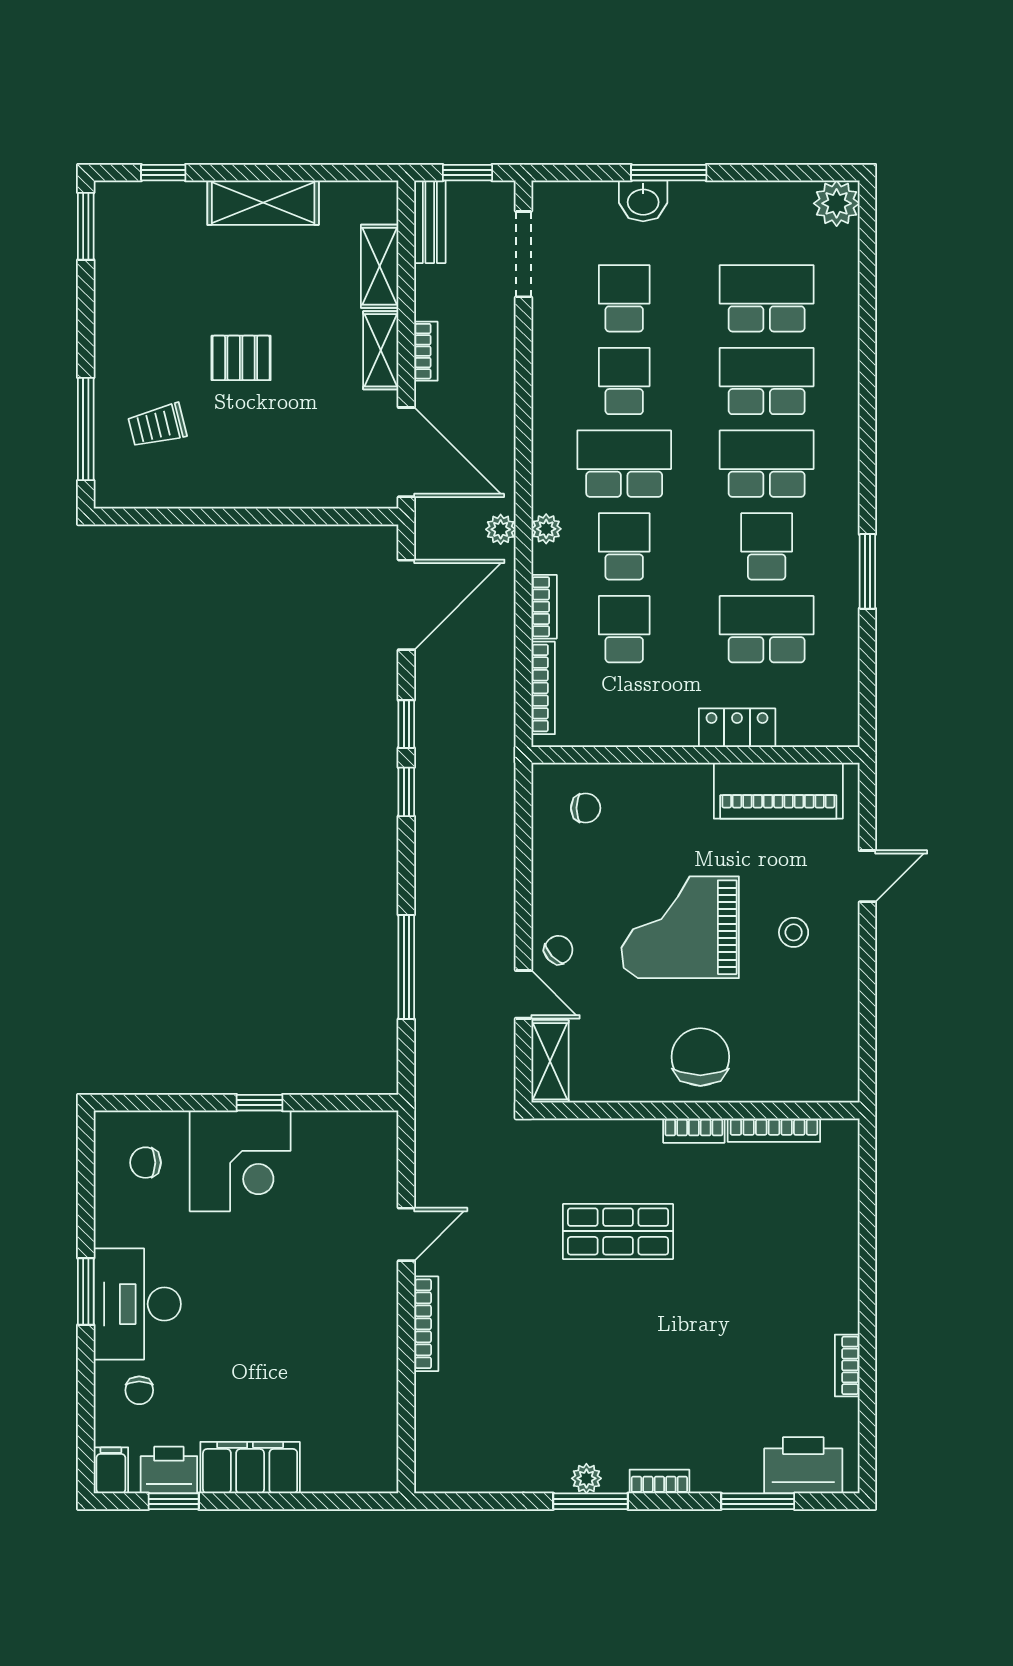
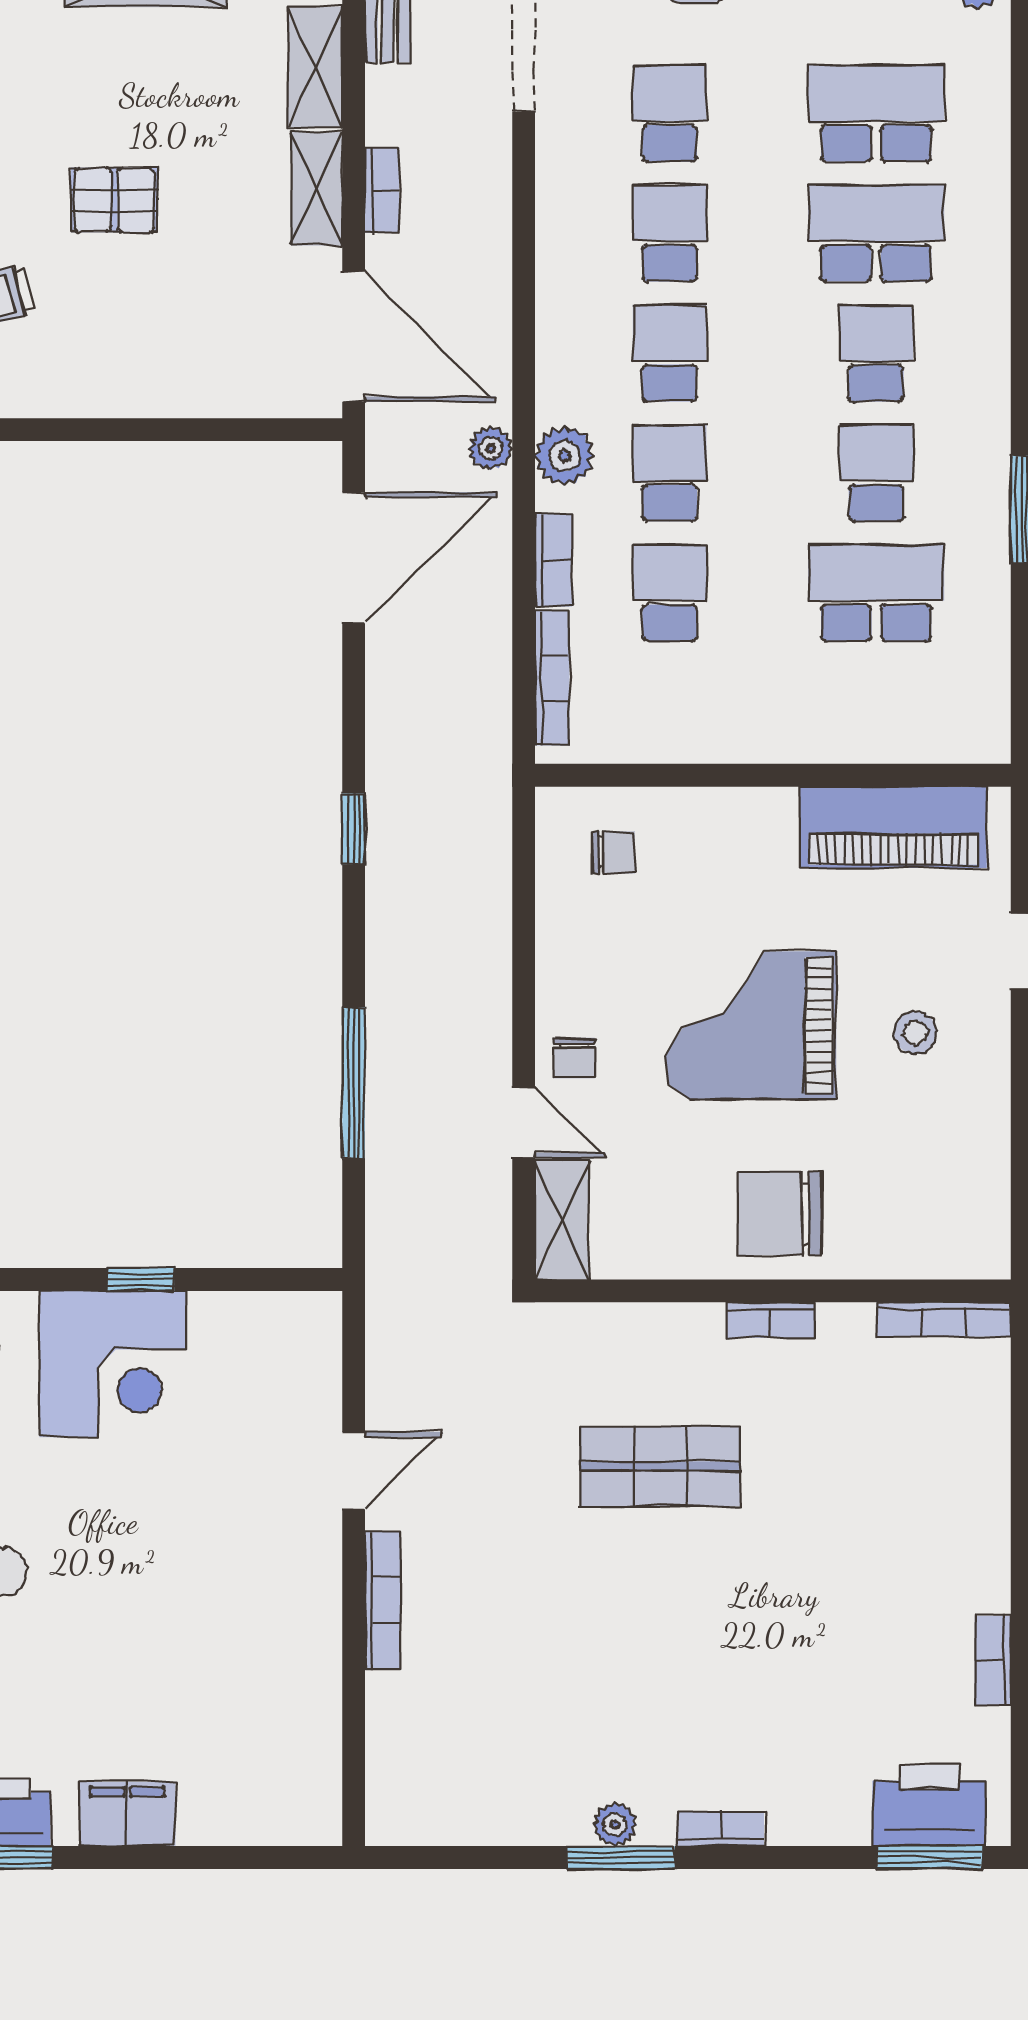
school desk: (624, 464) -> (670, 353), width x0.54
school desk: (767, 464) -> (876, 353), width x0.54
plant: (546, 529) -> (565, 456), width x1.38, depth x1.38
window: (406, 724) -> (354, 731), removed
locker: (737, 728) -> (833, 736), removed
chair: (558, 950) -> (574, 1058), turned 133
chair: (700, 1057) -> (780, 1213), turned -90
bookcase: (774, 1130) -> (944, 1319), moved
filing cabinet: (250, 1468) -> (127, 1814), width x0.67, depth x0.86
window: (758, 1501) -> (929, 1857), moved

